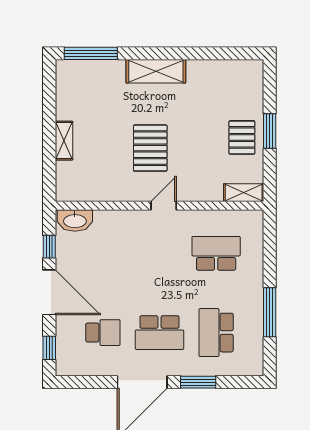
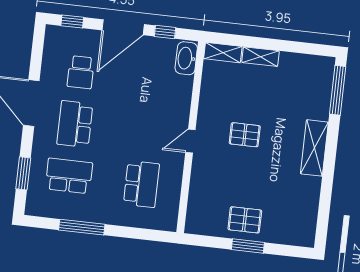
pallet: (150, 148) -> (245, 135), width x0.67, depth x0.71
shelving: (244, 193) -> (223, 53), moved, turned 90
door: (164, 206) -> (190, 141), swing flipped
window: (198, 382) -> (23, 173), moved

